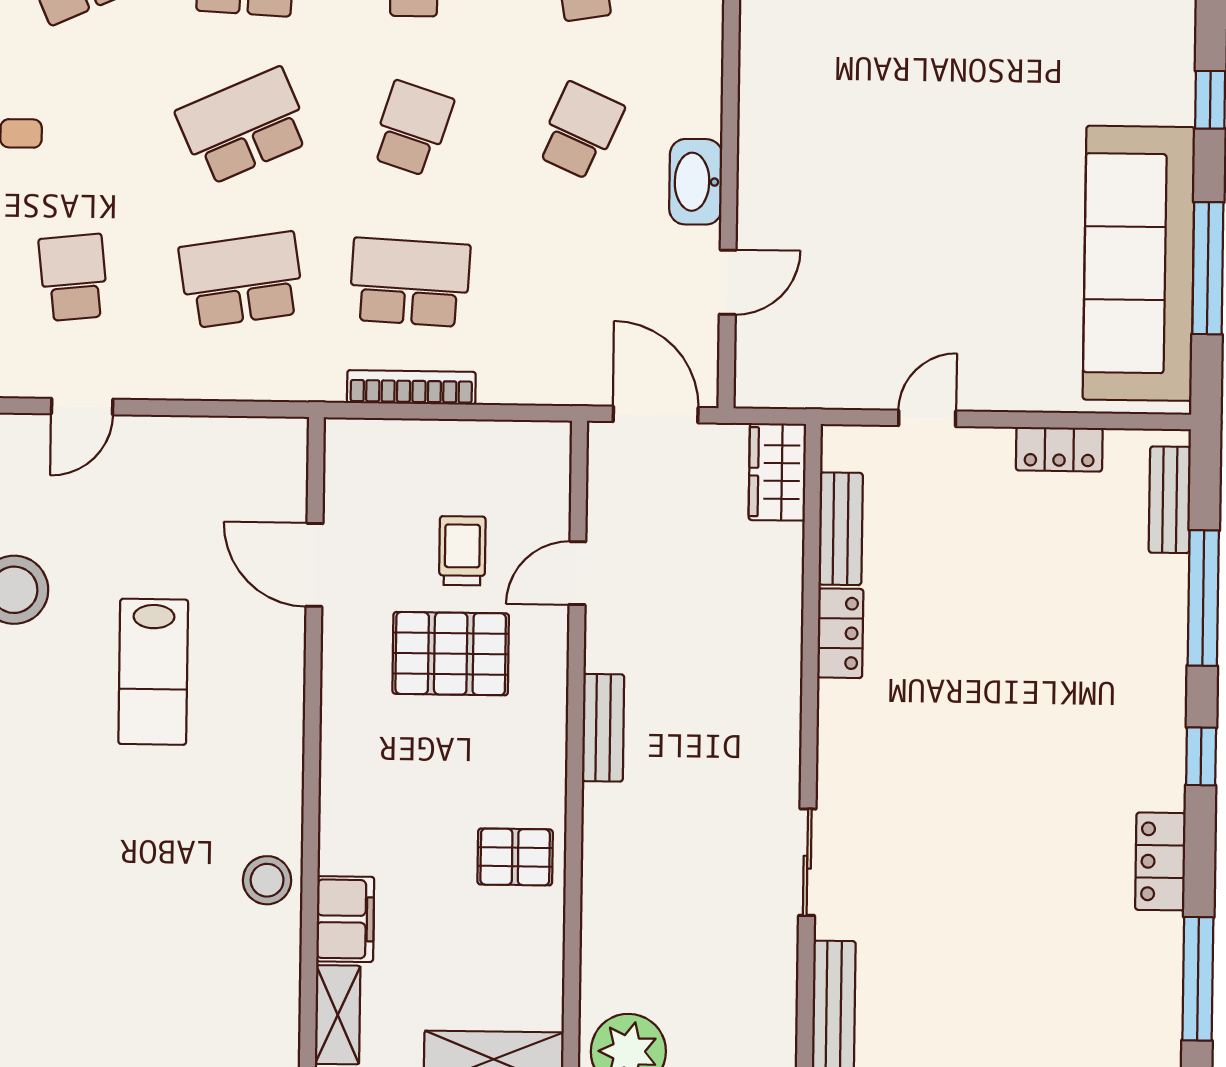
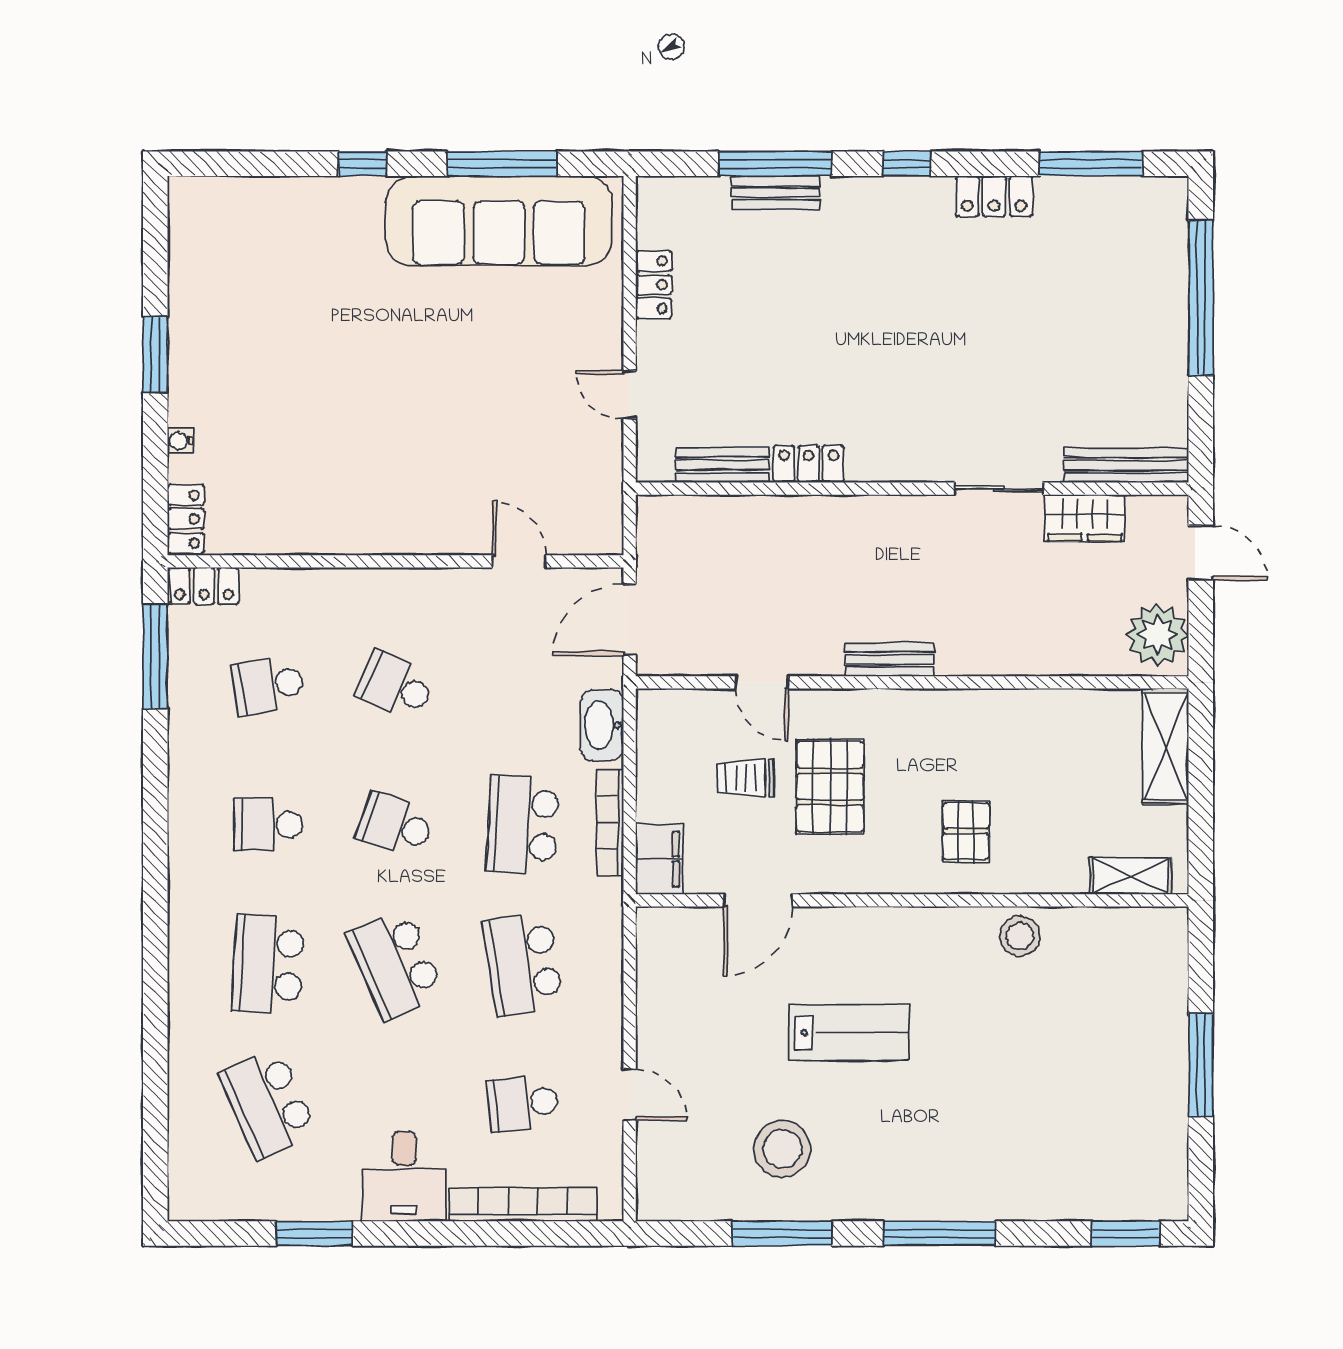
washbasin: (696, 182) -> (602, 725), moved, turned 90
wardrobe: (777, 472) -> (1085, 518), moved
bench: (1170, 500) -> (776, 193), moved
pallet: (515, 857) -> (966, 831), moved
filing cabinet: (345, 919) -> (659, 859), moved, turned 90

